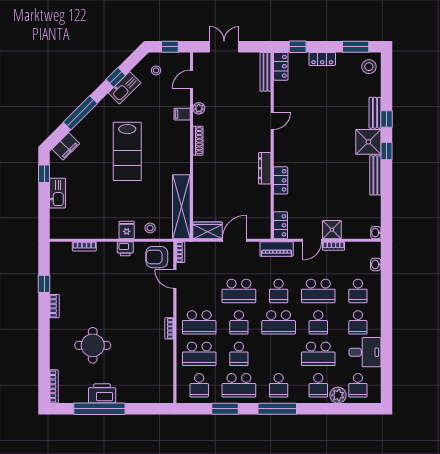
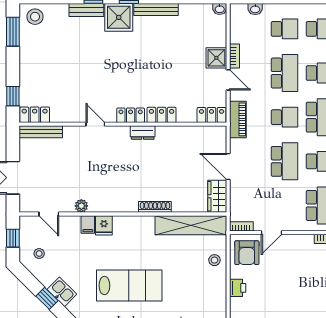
locker: (322, 59) -> (131, 115), moved, turned -90
kitchen sink: (125, 88) -> (62, 292), width x0.73
shoe rack: (198, 141) -> (155, 207), moved
dresser: (265, 168) -> (143, 133), width x0.70
fridge: (127, 230) -> (104, 225), moved, turned -90

